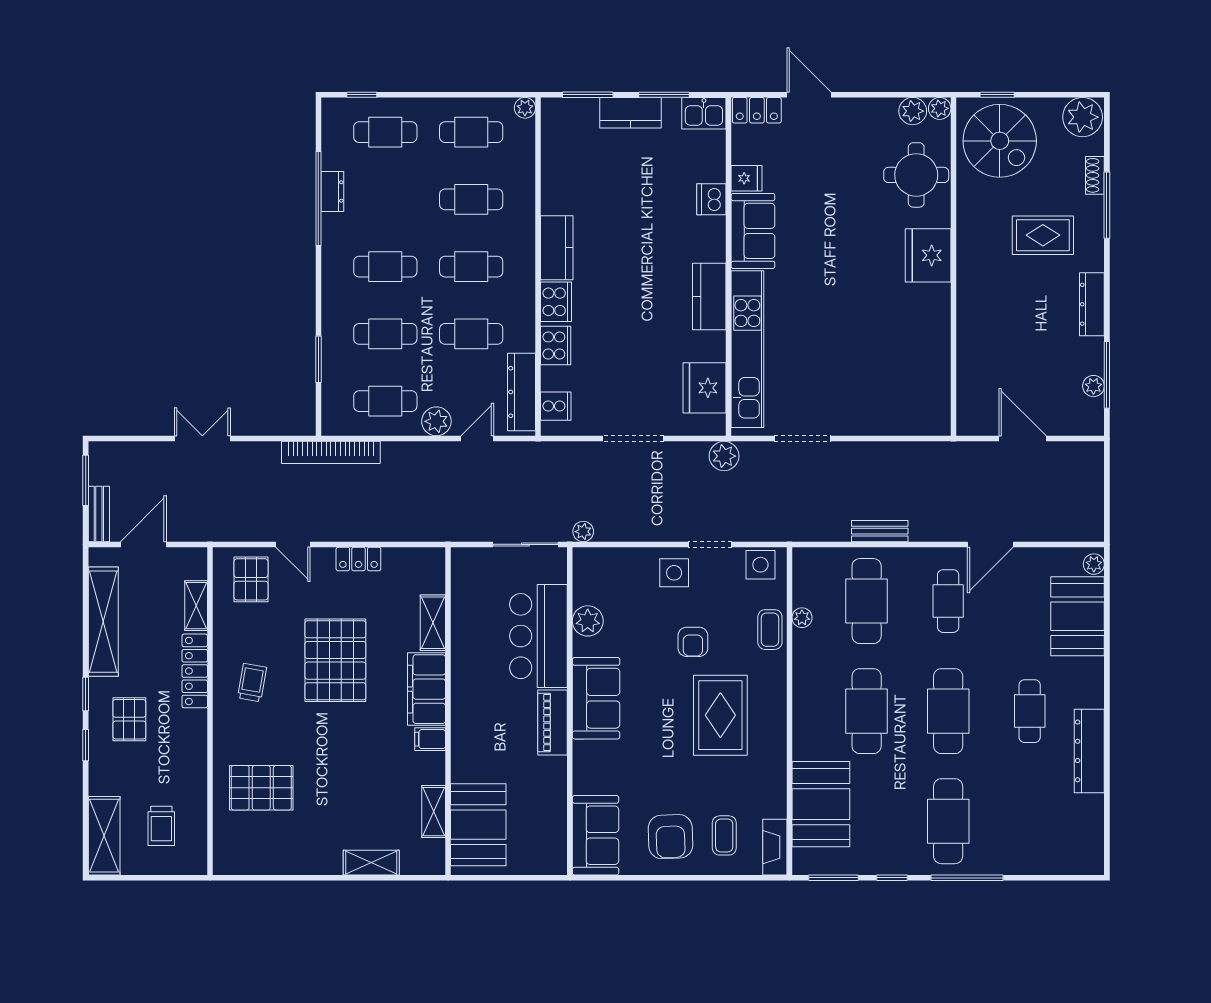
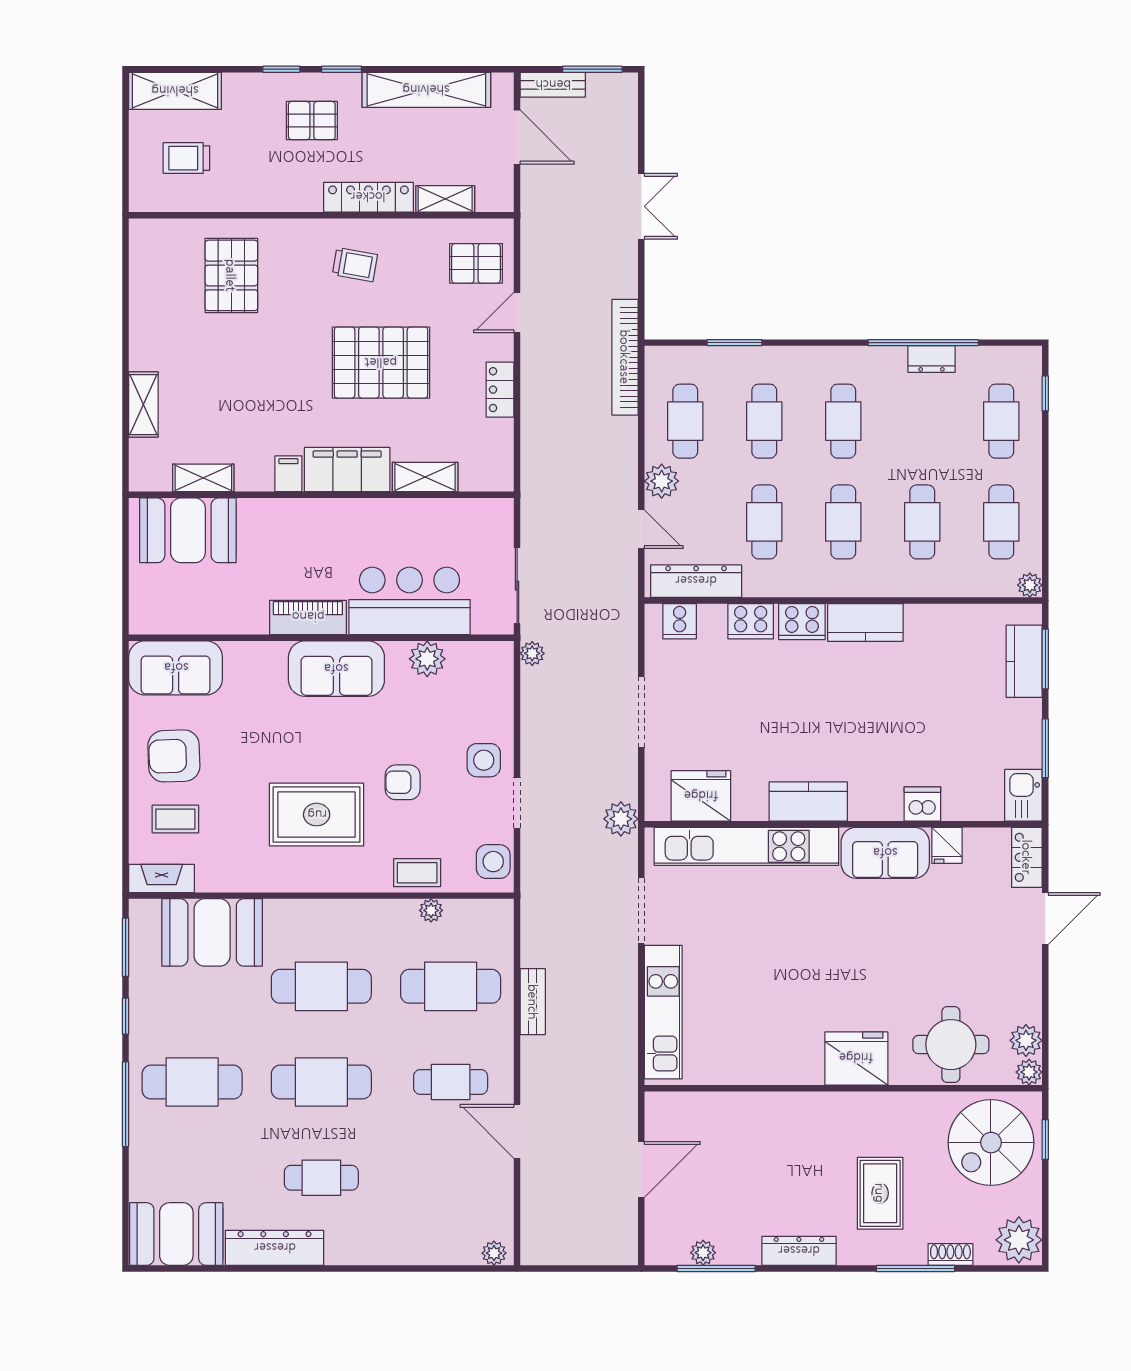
kitchen counter: (630, 113) -> (1024, 661), moved
kitchen unit: (889, 420) -> (663, 1012), added
booth: (1078, 616) -> (176, 1234), moved

